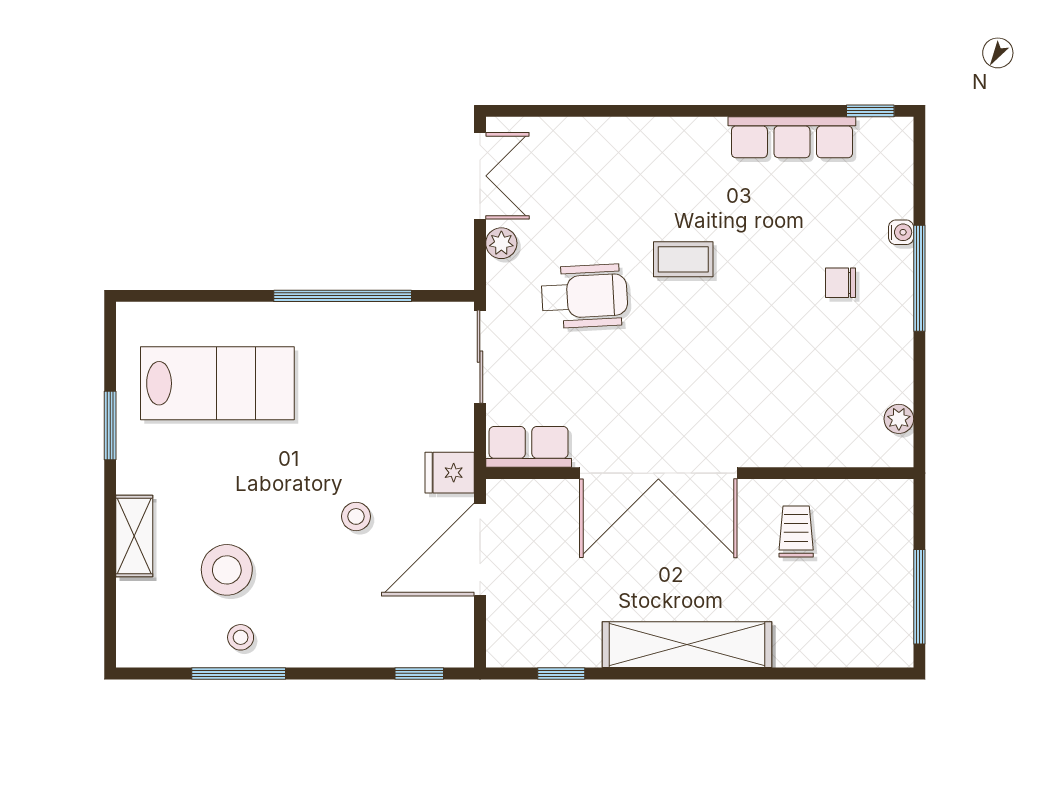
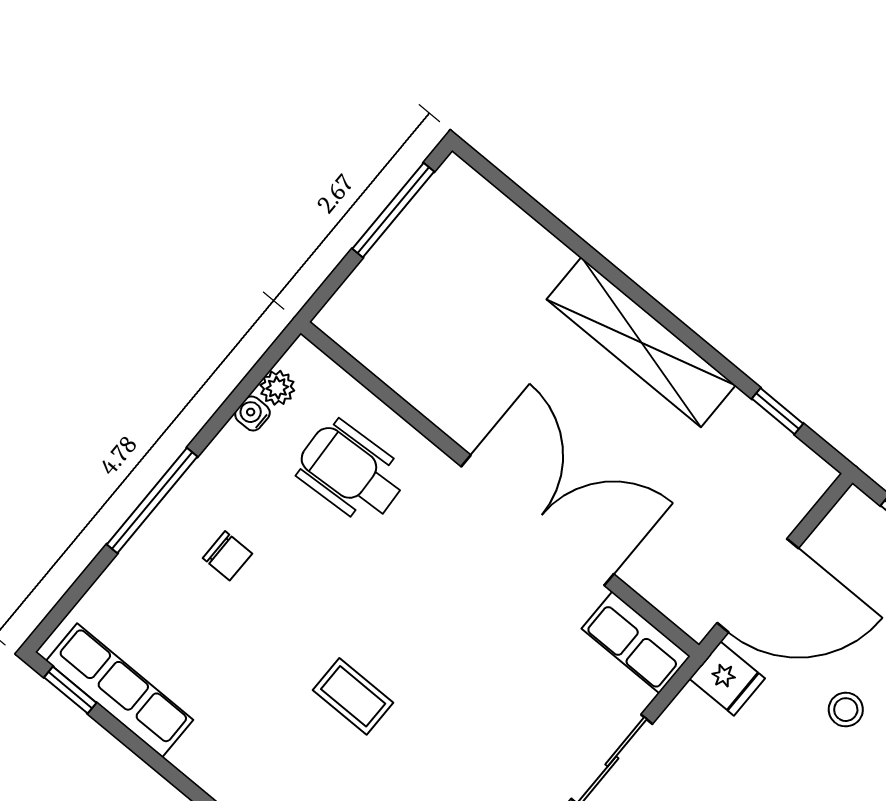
row of seats: (792, 137) -> (120, 690), moved
water cooler: (901, 232) -> (252, 414), moved
wheelchair: (584, 296) -> (351, 472), moved
trolley: (796, 531) -> (456, 363), removed

